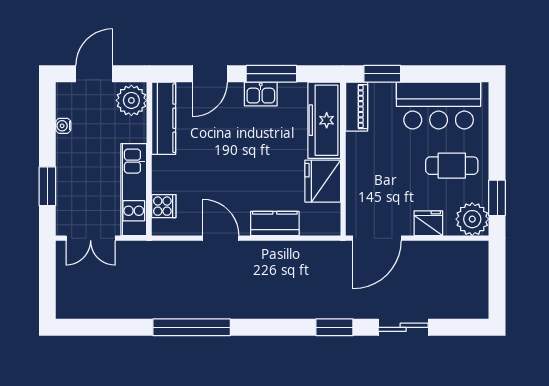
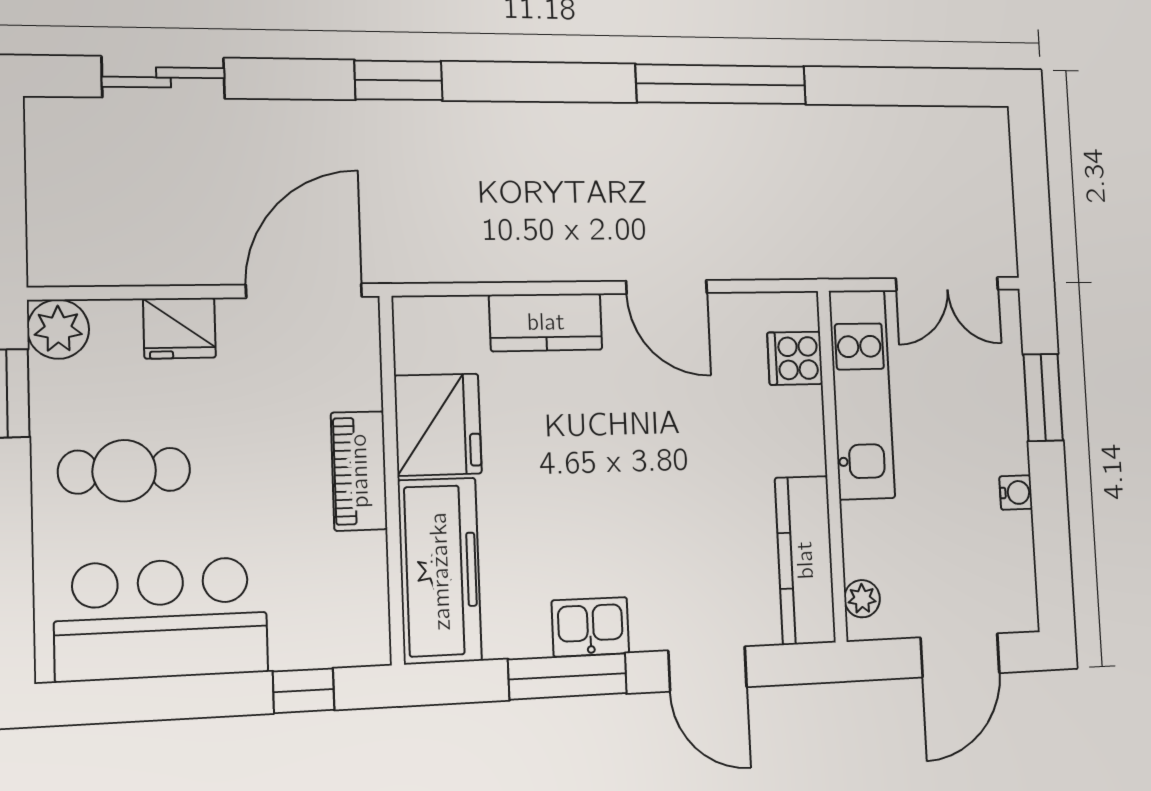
door: (210, 74) -> (708, 669), swing flipped
window: (382, 74) -> (304, 691), width x0.67
plant: (131, 100) -> (862, 599), width x0.53, depth x0.53
piano: (357, 107) -> (359, 471), moved
water cooler: (63, 126) -> (1016, 493), moved
plant: (472, 219) -> (58, 329), width x0.73, depth x0.73
double door: (91, 238) -> (947, 284), swing flipped
sliding door: (403, 327) -> (163, 77), moved

